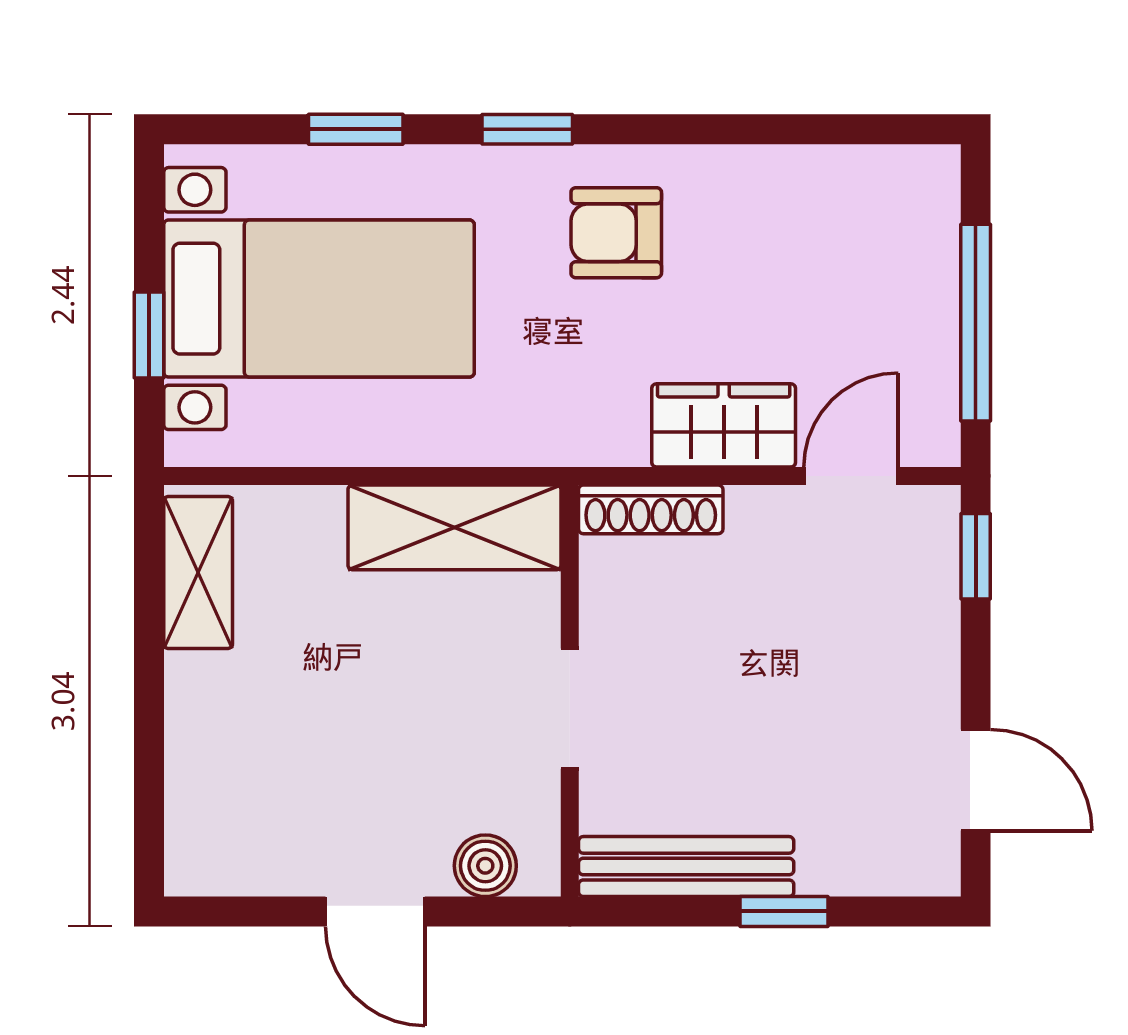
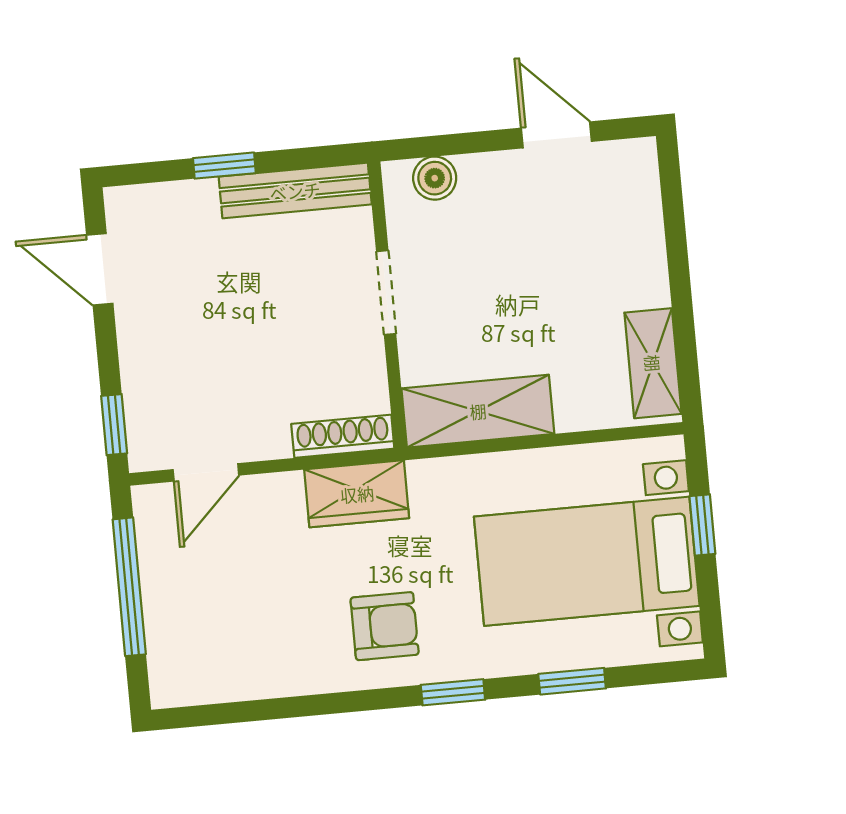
wardrobe: (724, 425) -> (357, 494), moved
door: (375, 911) -> (556, 135), moved

